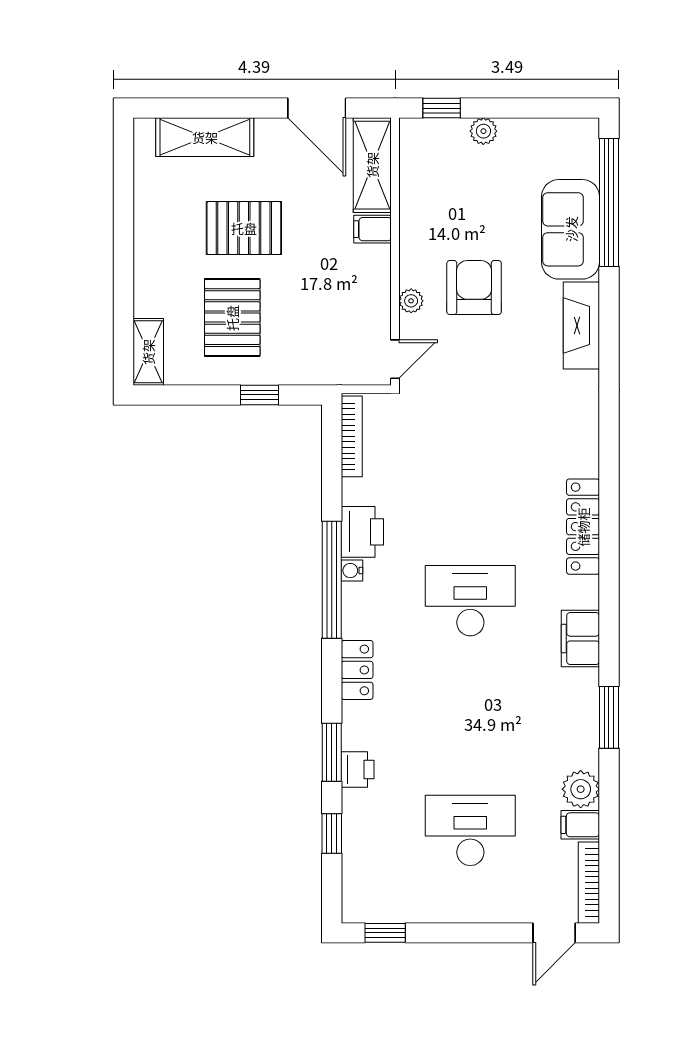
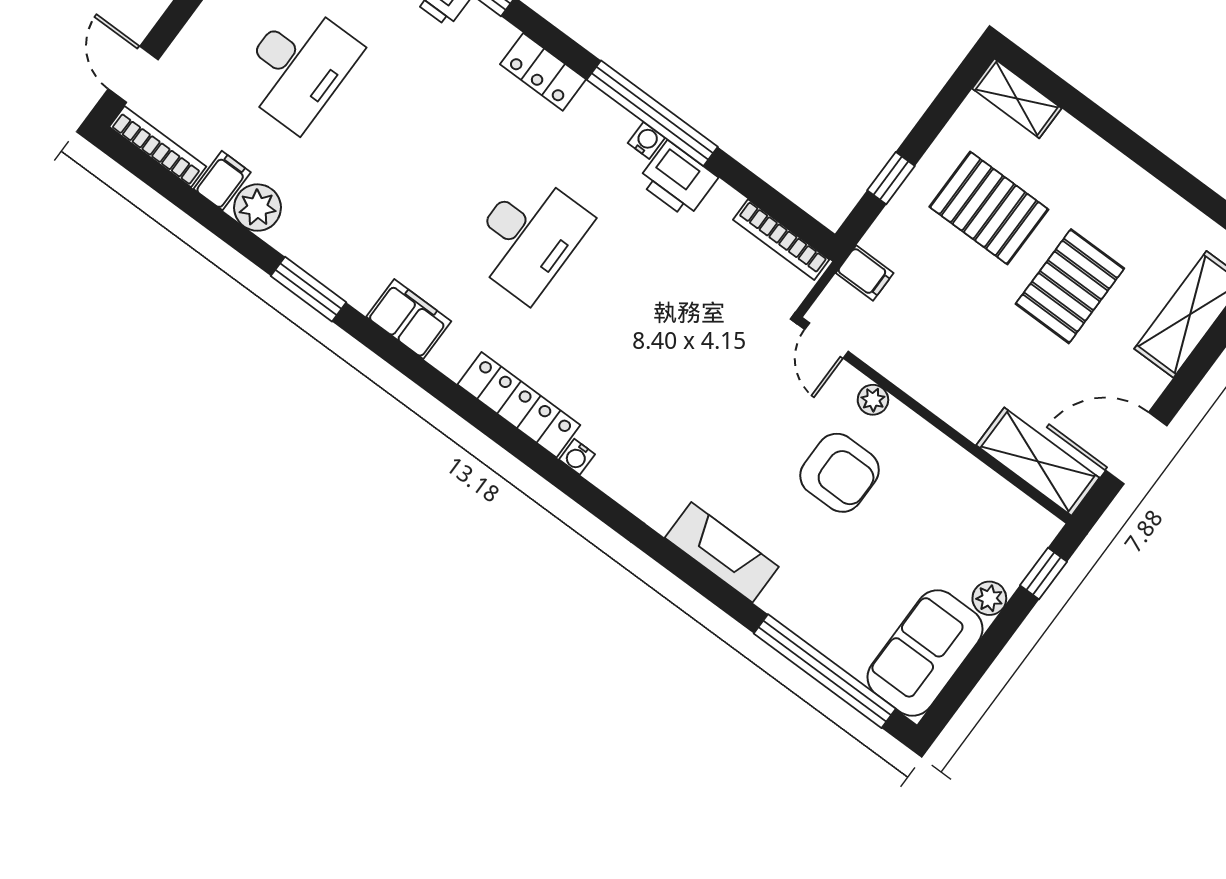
filing cabinet: (373, 229) -> (865, 273), moved, turned 90
sofa: (571, 229) -> (925, 653), moved, turned -90
water cooler: (589, 464) -> (577, 457), added

